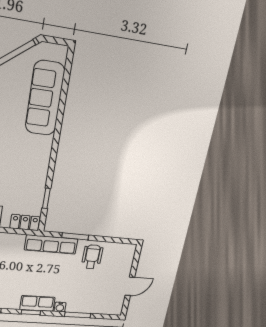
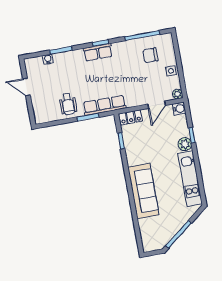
sofa: (45, 98) -> (143, 191), moved
door: (130, 286) -> (26, 87), hinge flipped
water cooler: (60, 307) -> (48, 59), moved

